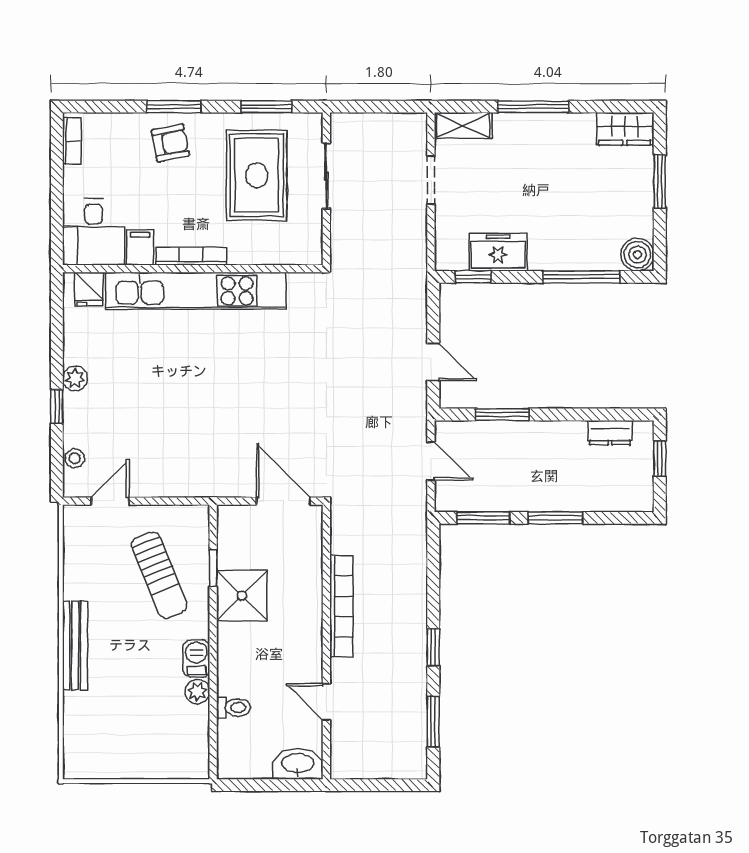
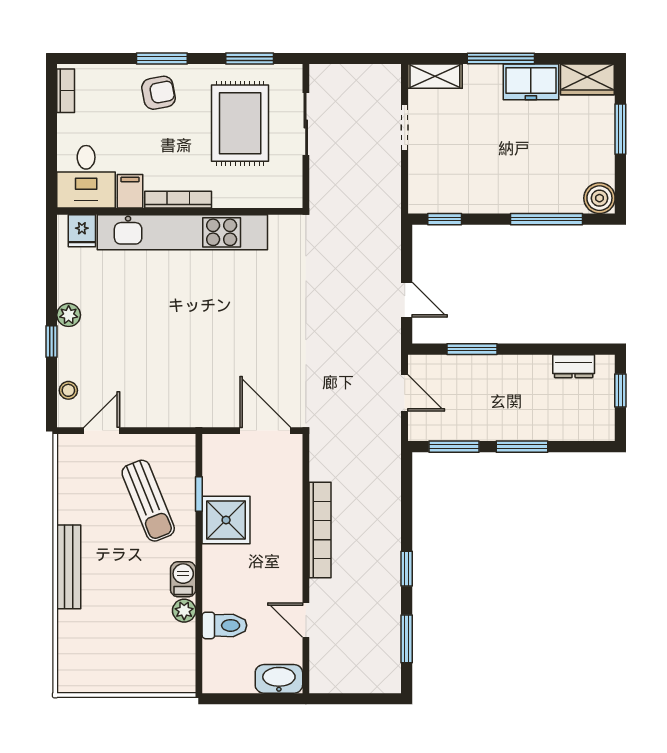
freezer: (498, 252) -> (531, 82), moved, turned 180
toilet: (233, 707) -> (224, 625), width x1.37, depth x1.39

